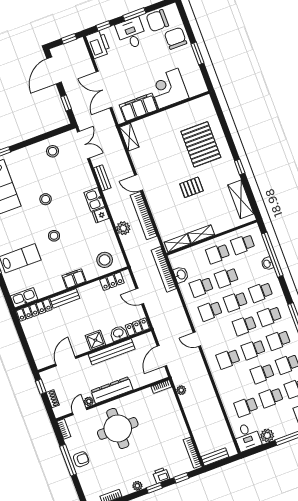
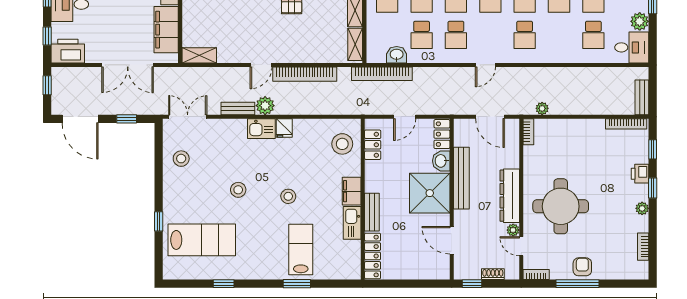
plant: (123, 228) -> (265, 106), moved
kitchen sink: (24, 298) -> (352, 223), moved
shower: (95, 340) -> (430, 193), width x1.86, depth x1.86

